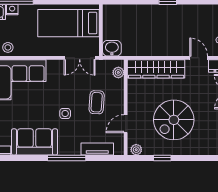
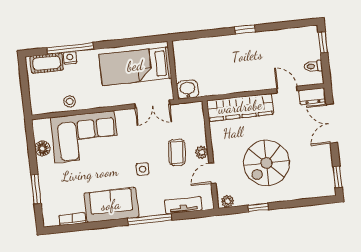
plant: (118, 72) -> (202, 152), moved

